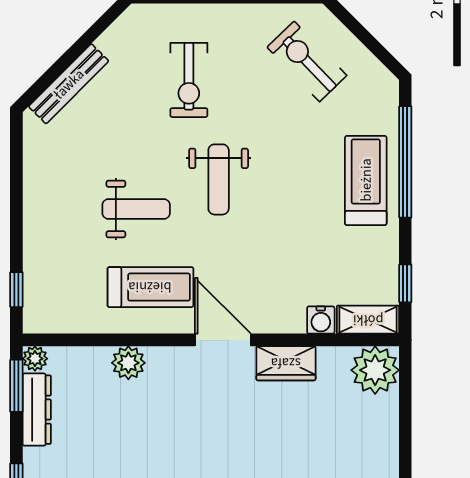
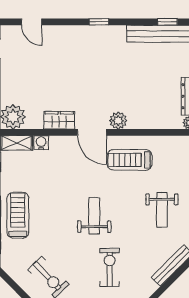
treadmill: (366, 180) -> (18, 215), turned 180
weight bench: (136, 209) -> (162, 210), moved, turned -90
plant: (128, 363) -> (118, 121), moved

